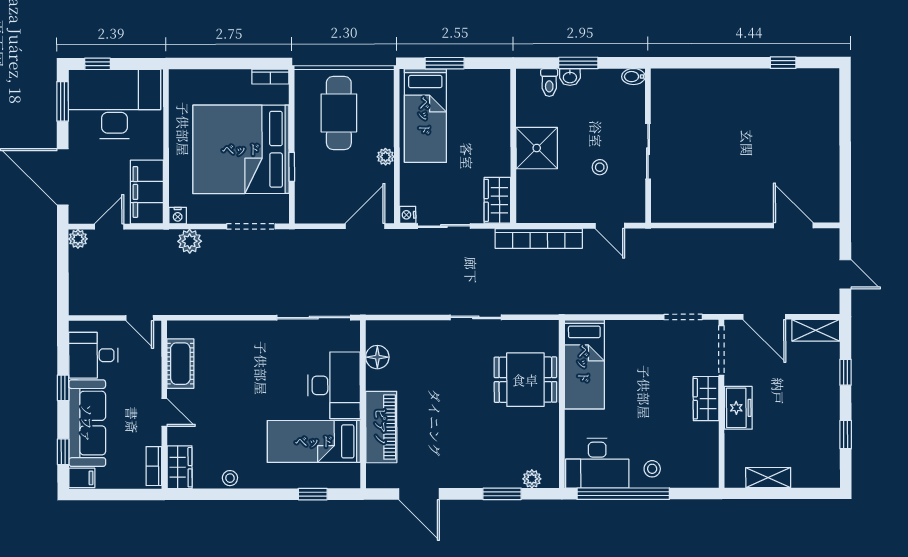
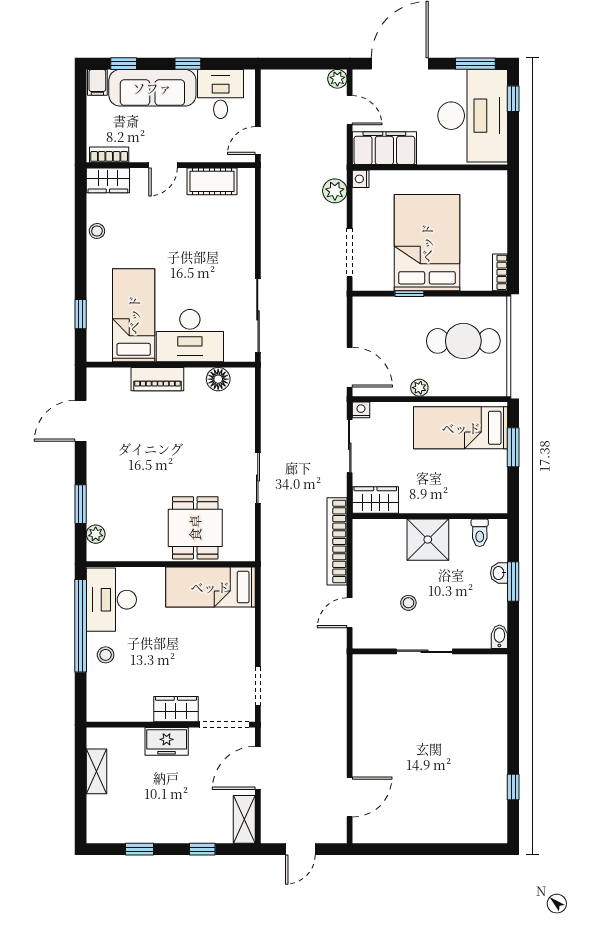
toilet: (549, 83) -> (480, 533), moved, turned -90
bed: (241, 149) -> (427, 243), width x0.73
piano: (381, 427) -> (157, 379), width x0.73, depth x0.75

